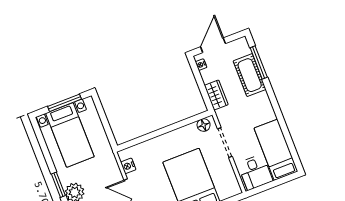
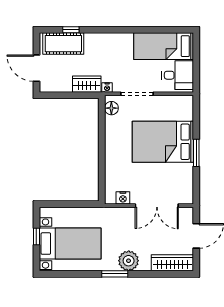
window: (259, 62) -> (71, 30), width x0.46
nightstand: (201, 65) -> (107, 87), moved
cot: (250, 75) -> (63, 44), moved
window: (64, 103) -> (36, 237), width x0.46

